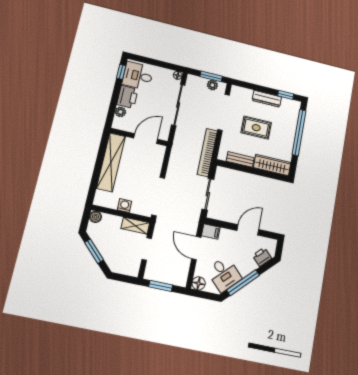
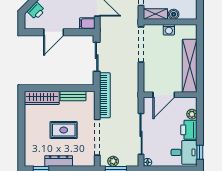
window: (299, 132) -> (21, 135), removed
boiler: (96, 217) -> (174, 14), moved

